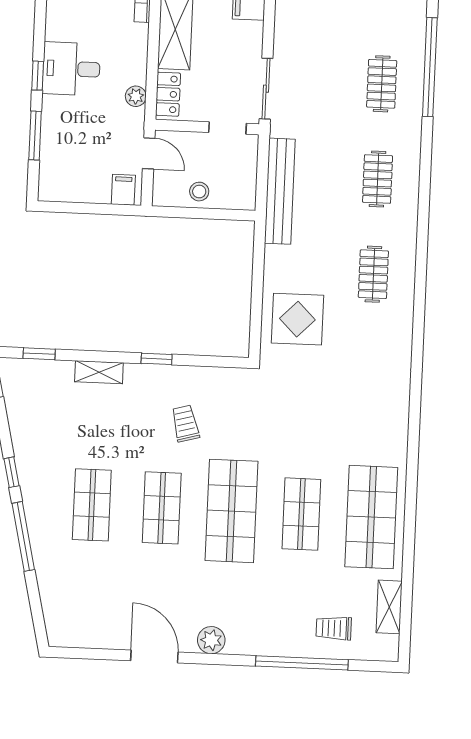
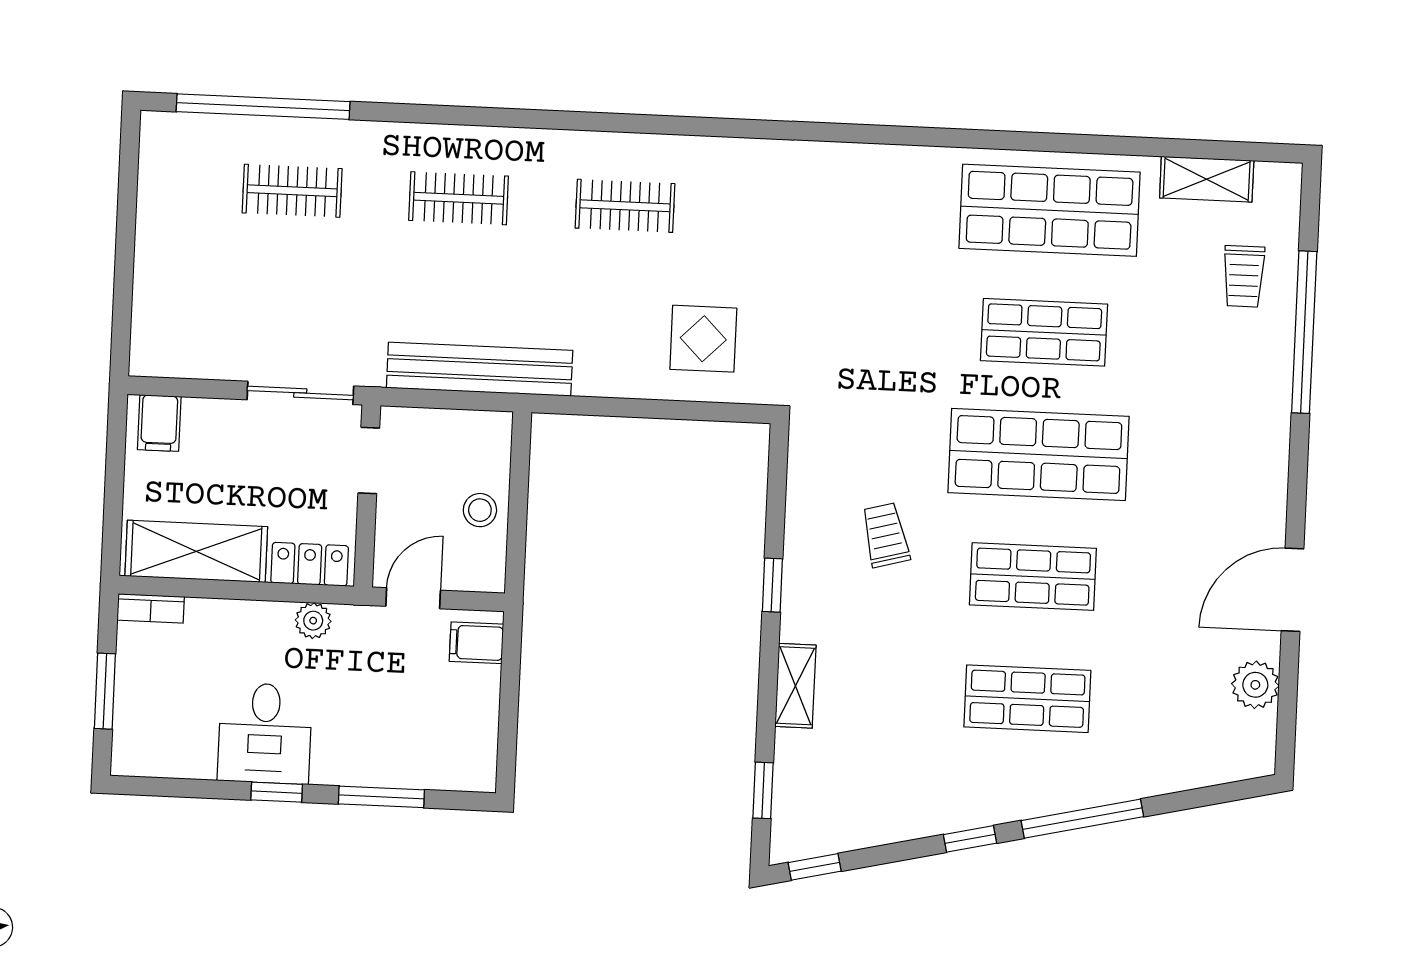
display table: (297, 319) -> (703, 339), width x0.73, depth x0.73
trolley: (185, 424) -> (885, 535), turned 90
plant: (211, 640) -> (1255, 685), moved

